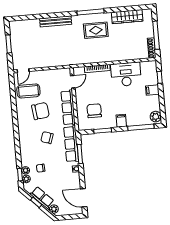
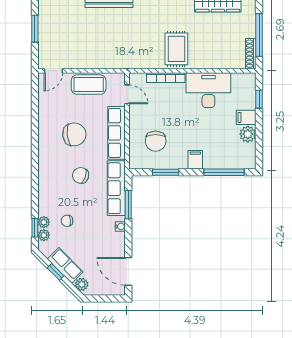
rug: (96, 30) -> (176, 49), moved, turned 90
door: (73, 82) -> (127, 94), hinge flipped
coffee table: (28, 91) -> (89, 85), moved
chair: (94, 111) -> (156, 141), turned 180
plant: (156, 117) -> (248, 134), moved

